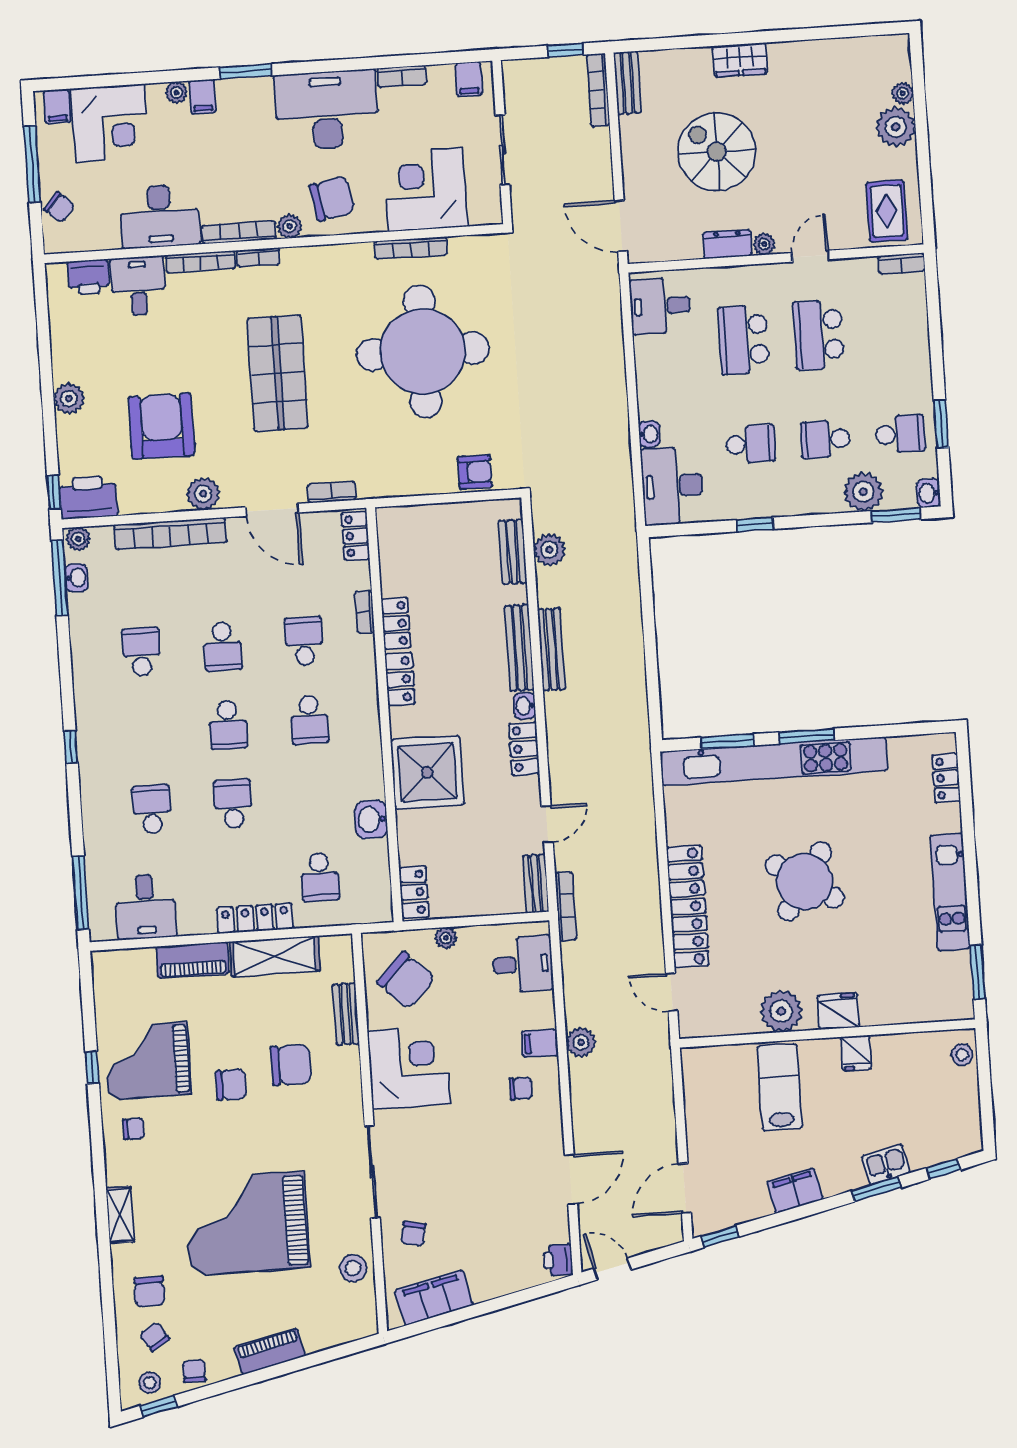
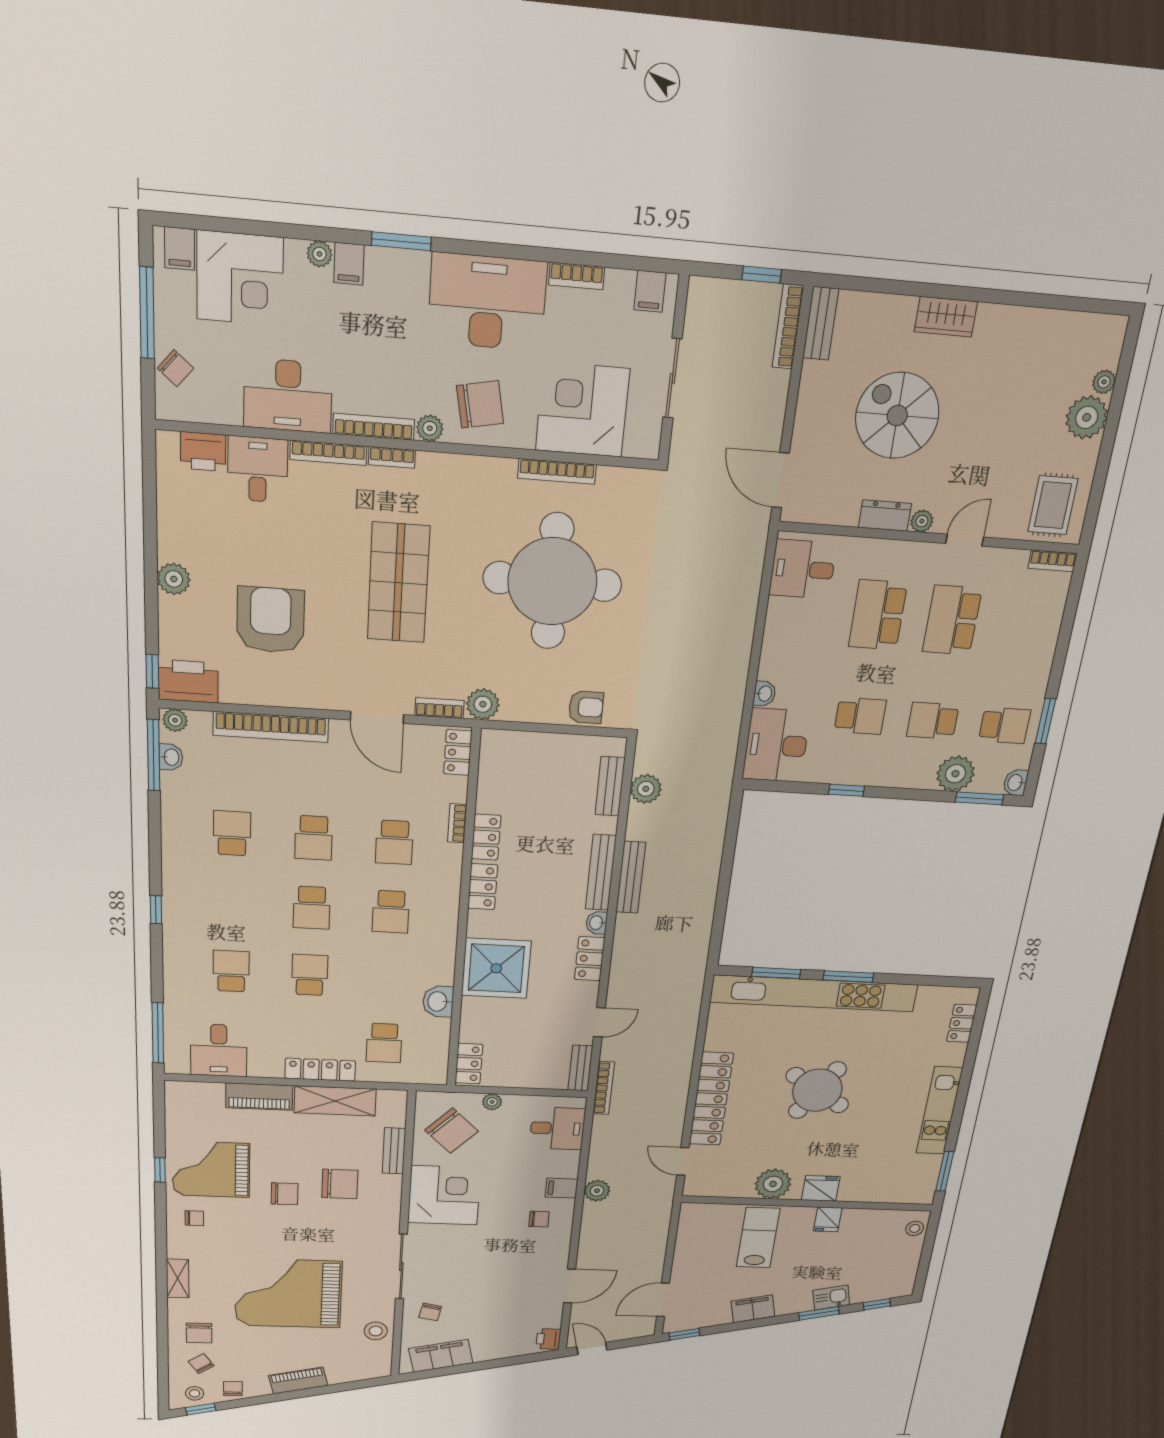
plant: (203, 494) -> (483, 704), moved
school desk: (304, 641) -> (394, 842), turned 180

